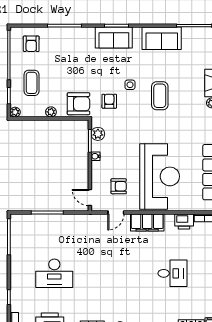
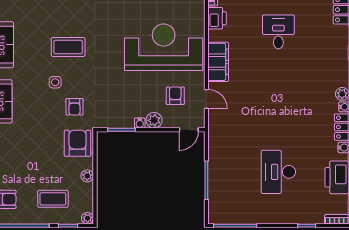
armchair: (109, 101) -> (75, 107), turned -90
plant: (98, 134) -> (154, 120), moved
desk: (54, 273) -> (278, 172), turned 180

